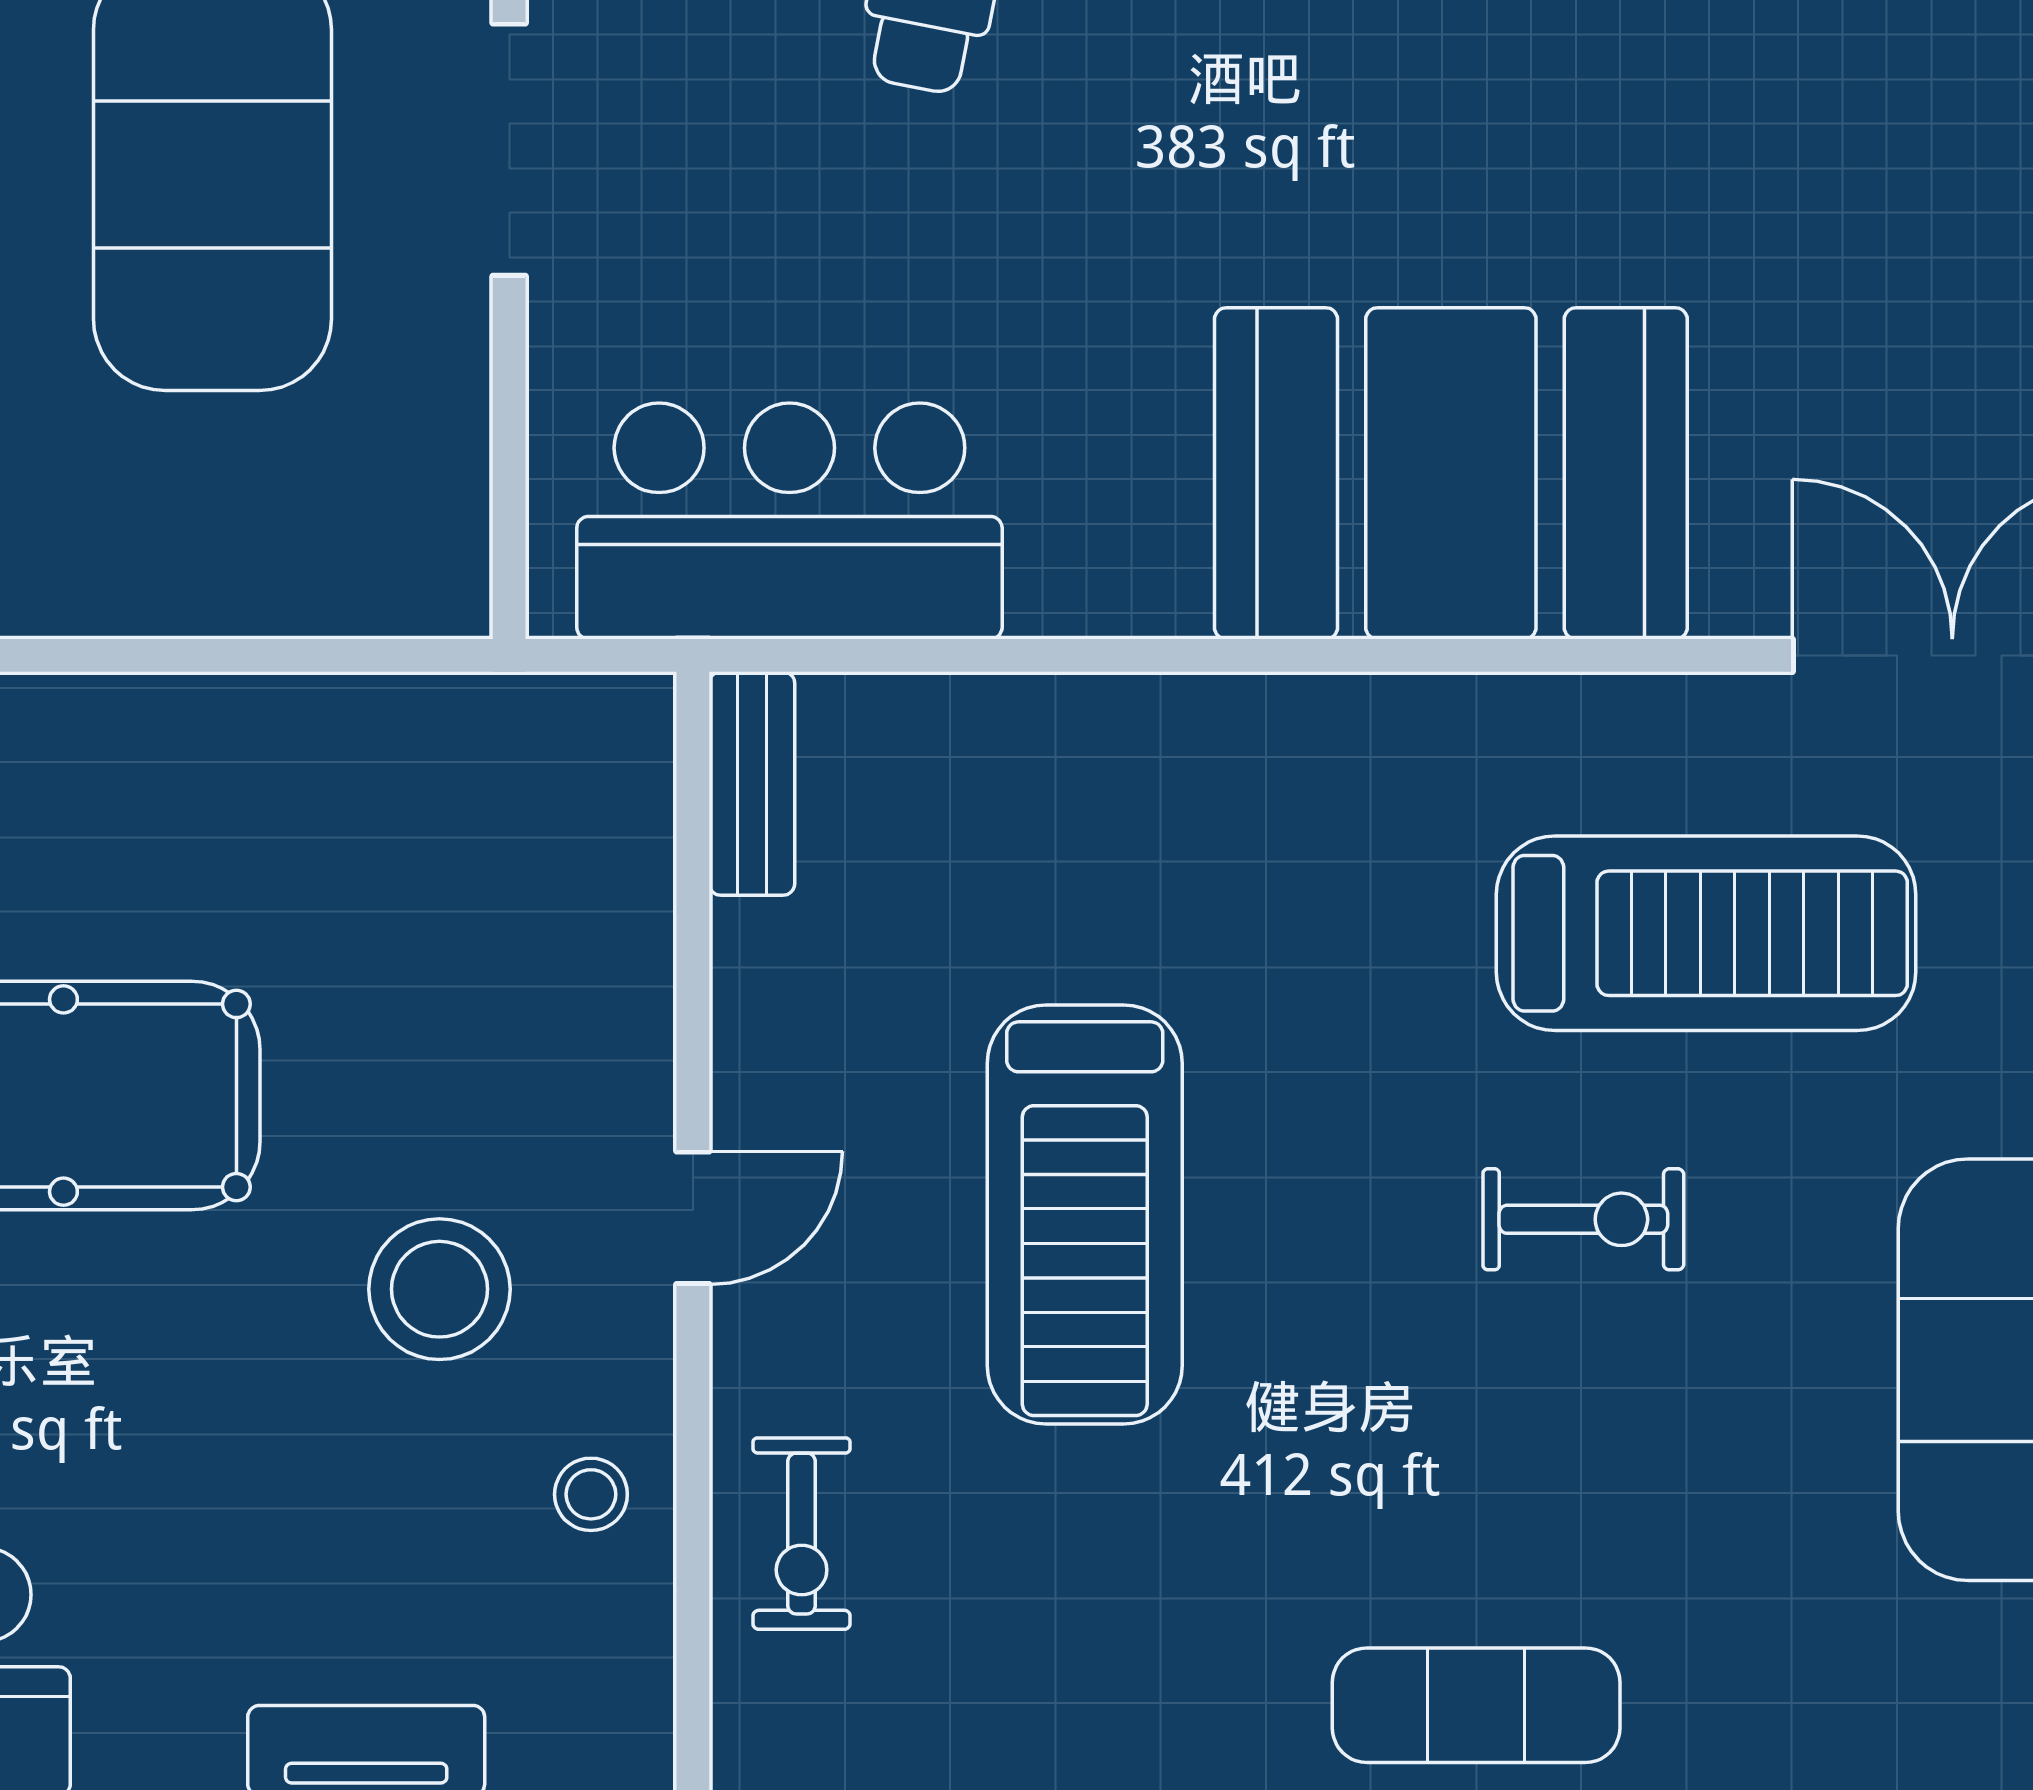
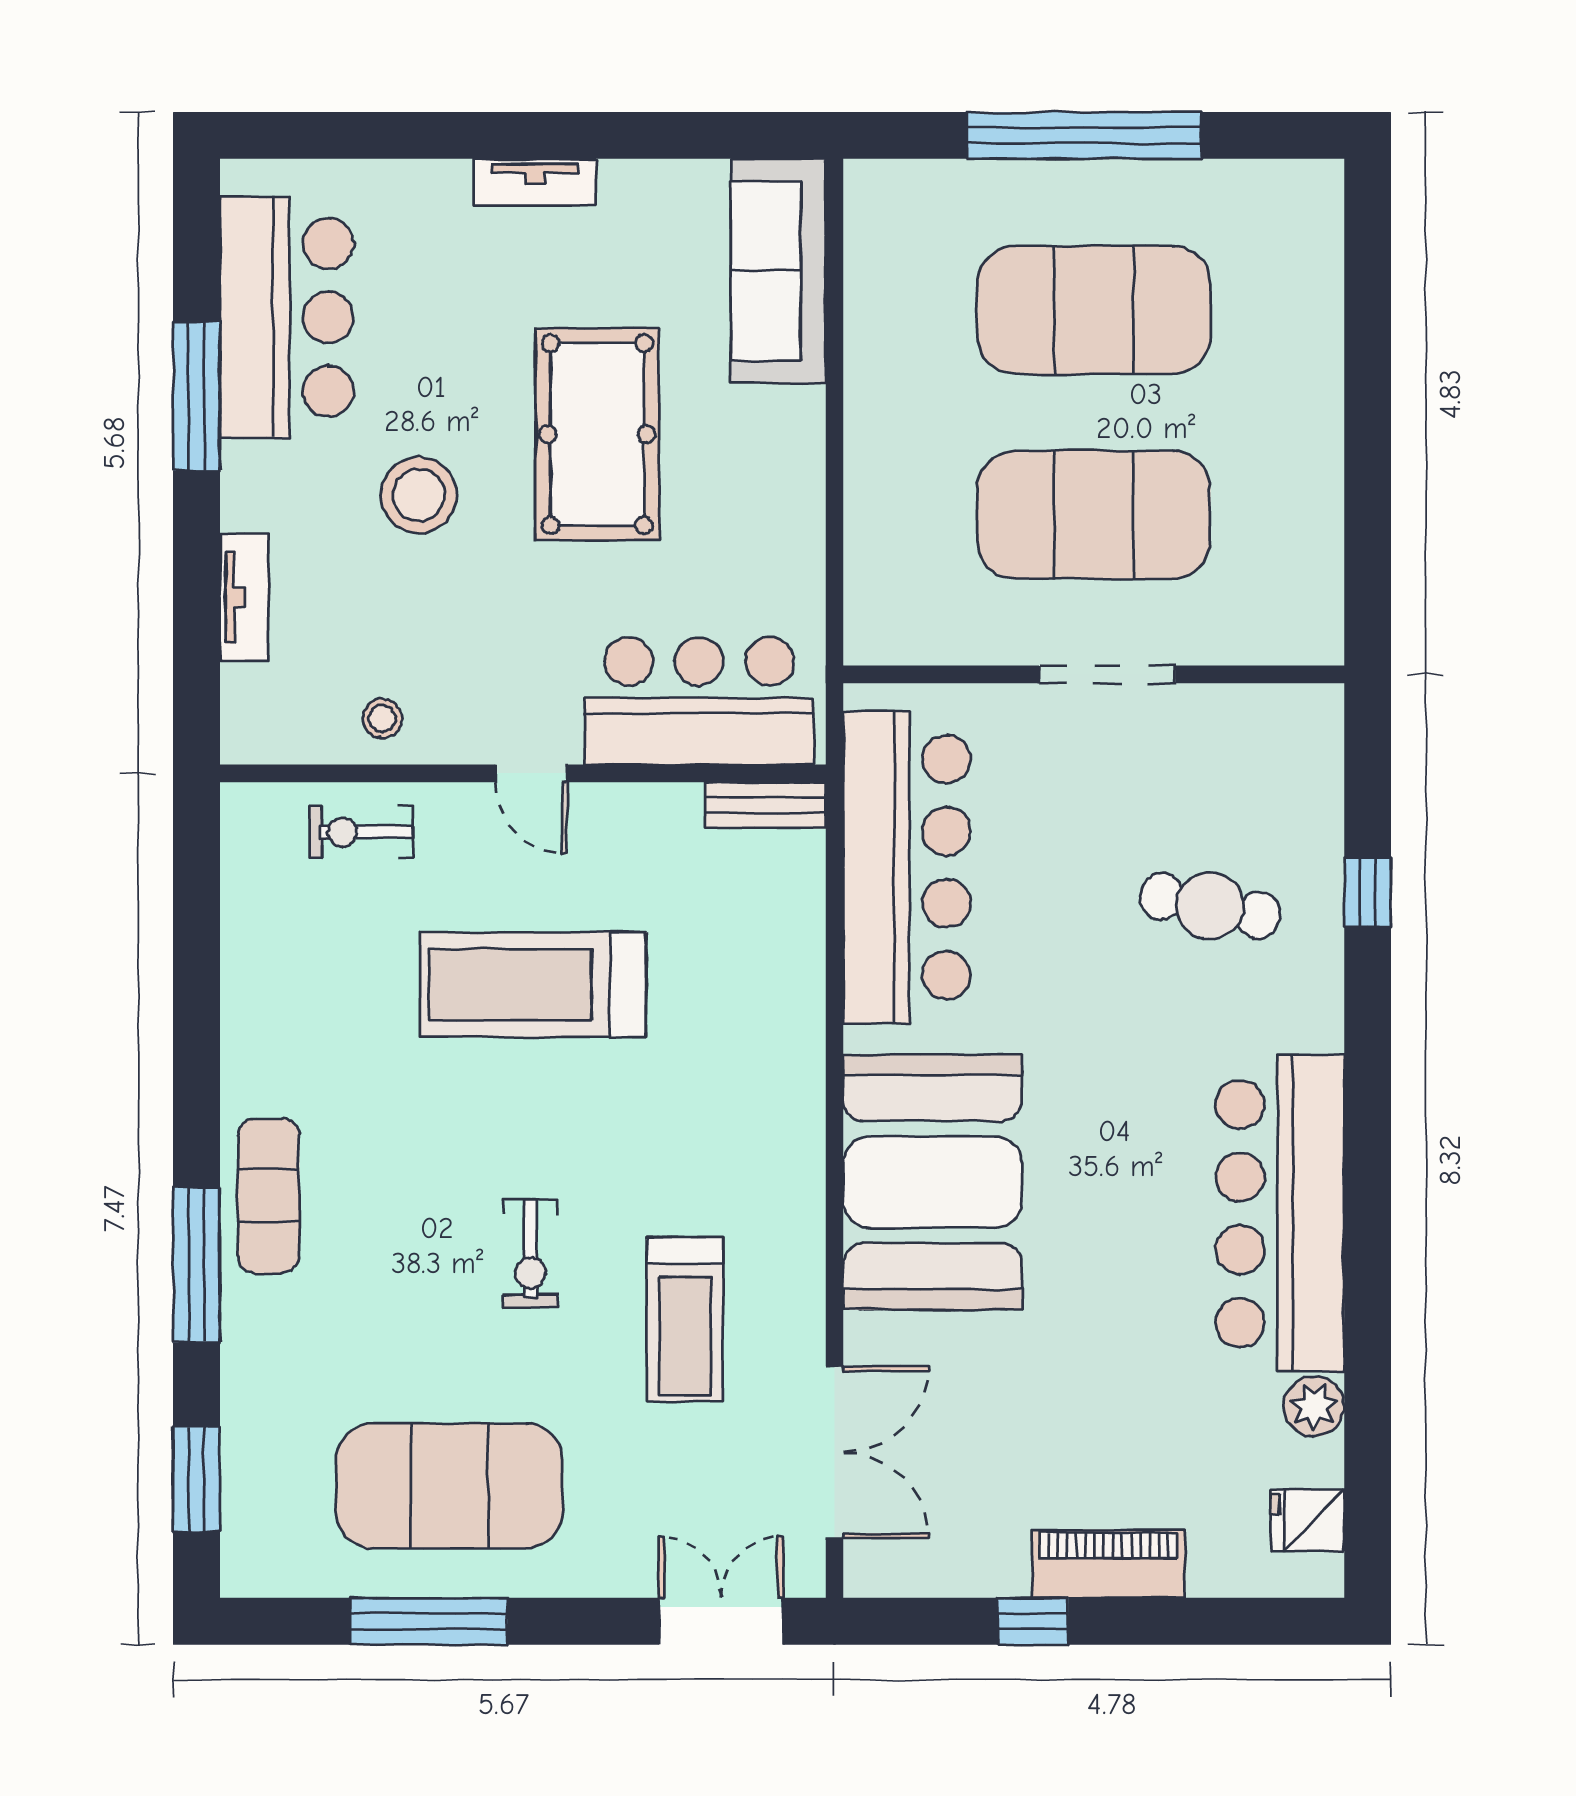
bar counter: (789, 521) -> (907, 867), width x1.36
bar counter: (558, 906) -> (699, 701), added
treadmill: (1706, 933) -> (685, 1320), width x0.73, depth x0.73
stool: (439, 1289) -> (419, 495), moved

